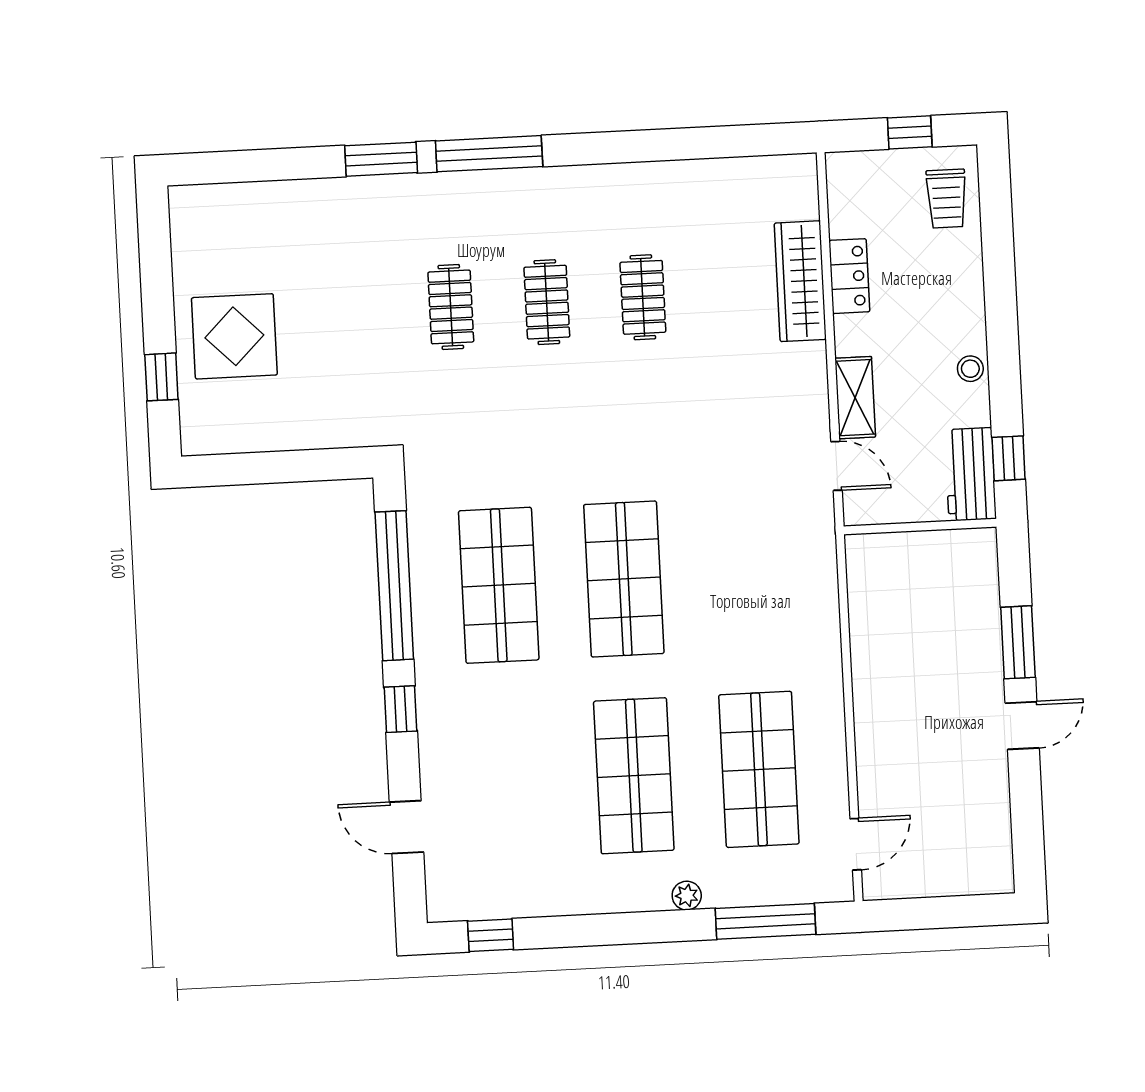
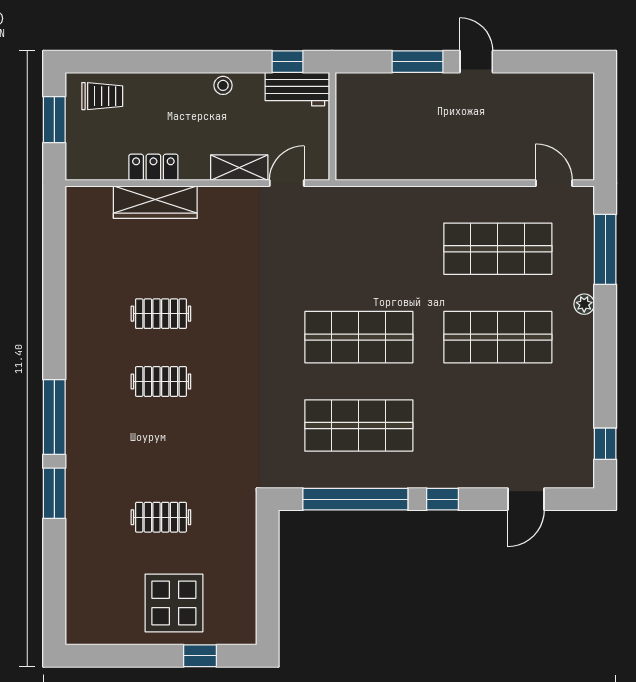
window: (910, 132) -> (54, 120), width x1.50
clothes rail: (451, 307) -> (161, 517), moved

